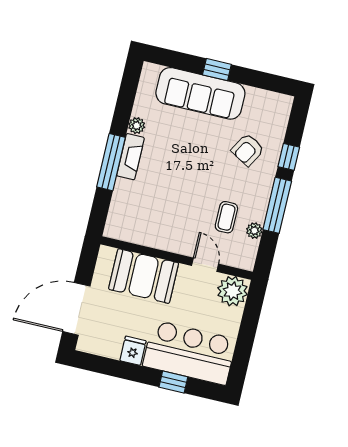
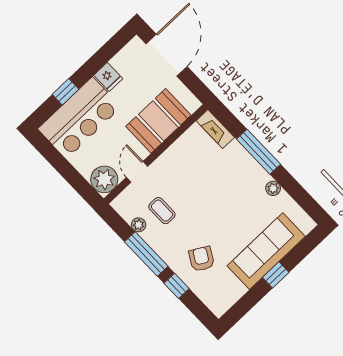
fireplace: (130, 157) -> (215, 129), moved
door: (205, 265) -> (137, 172), swing flipped

